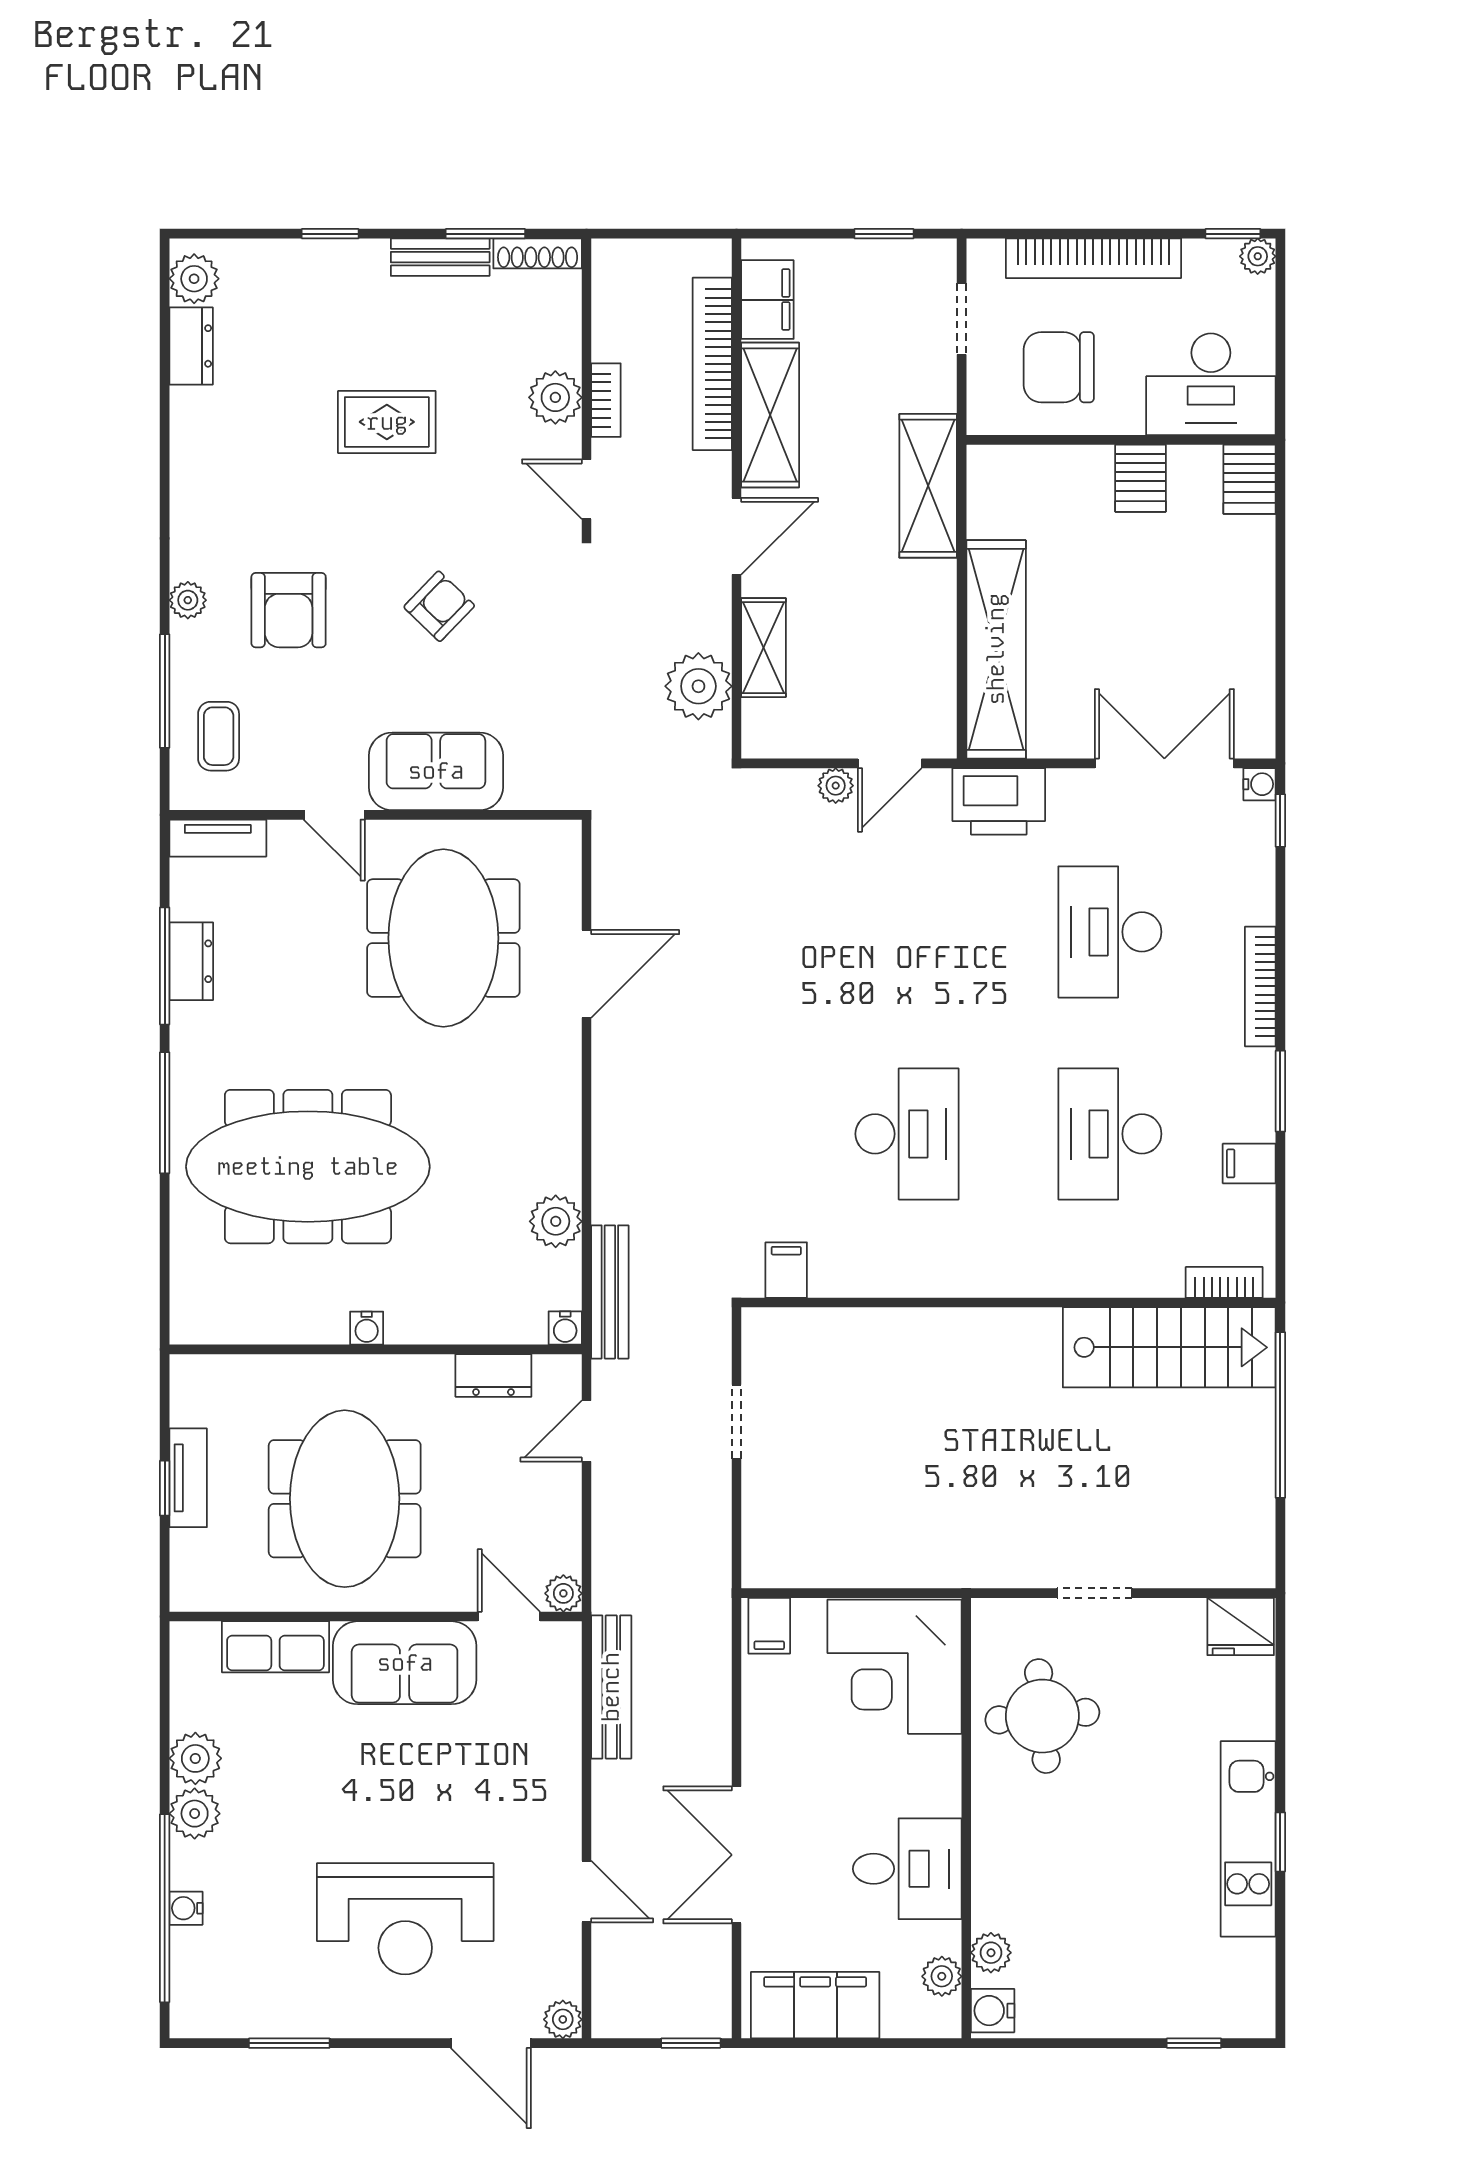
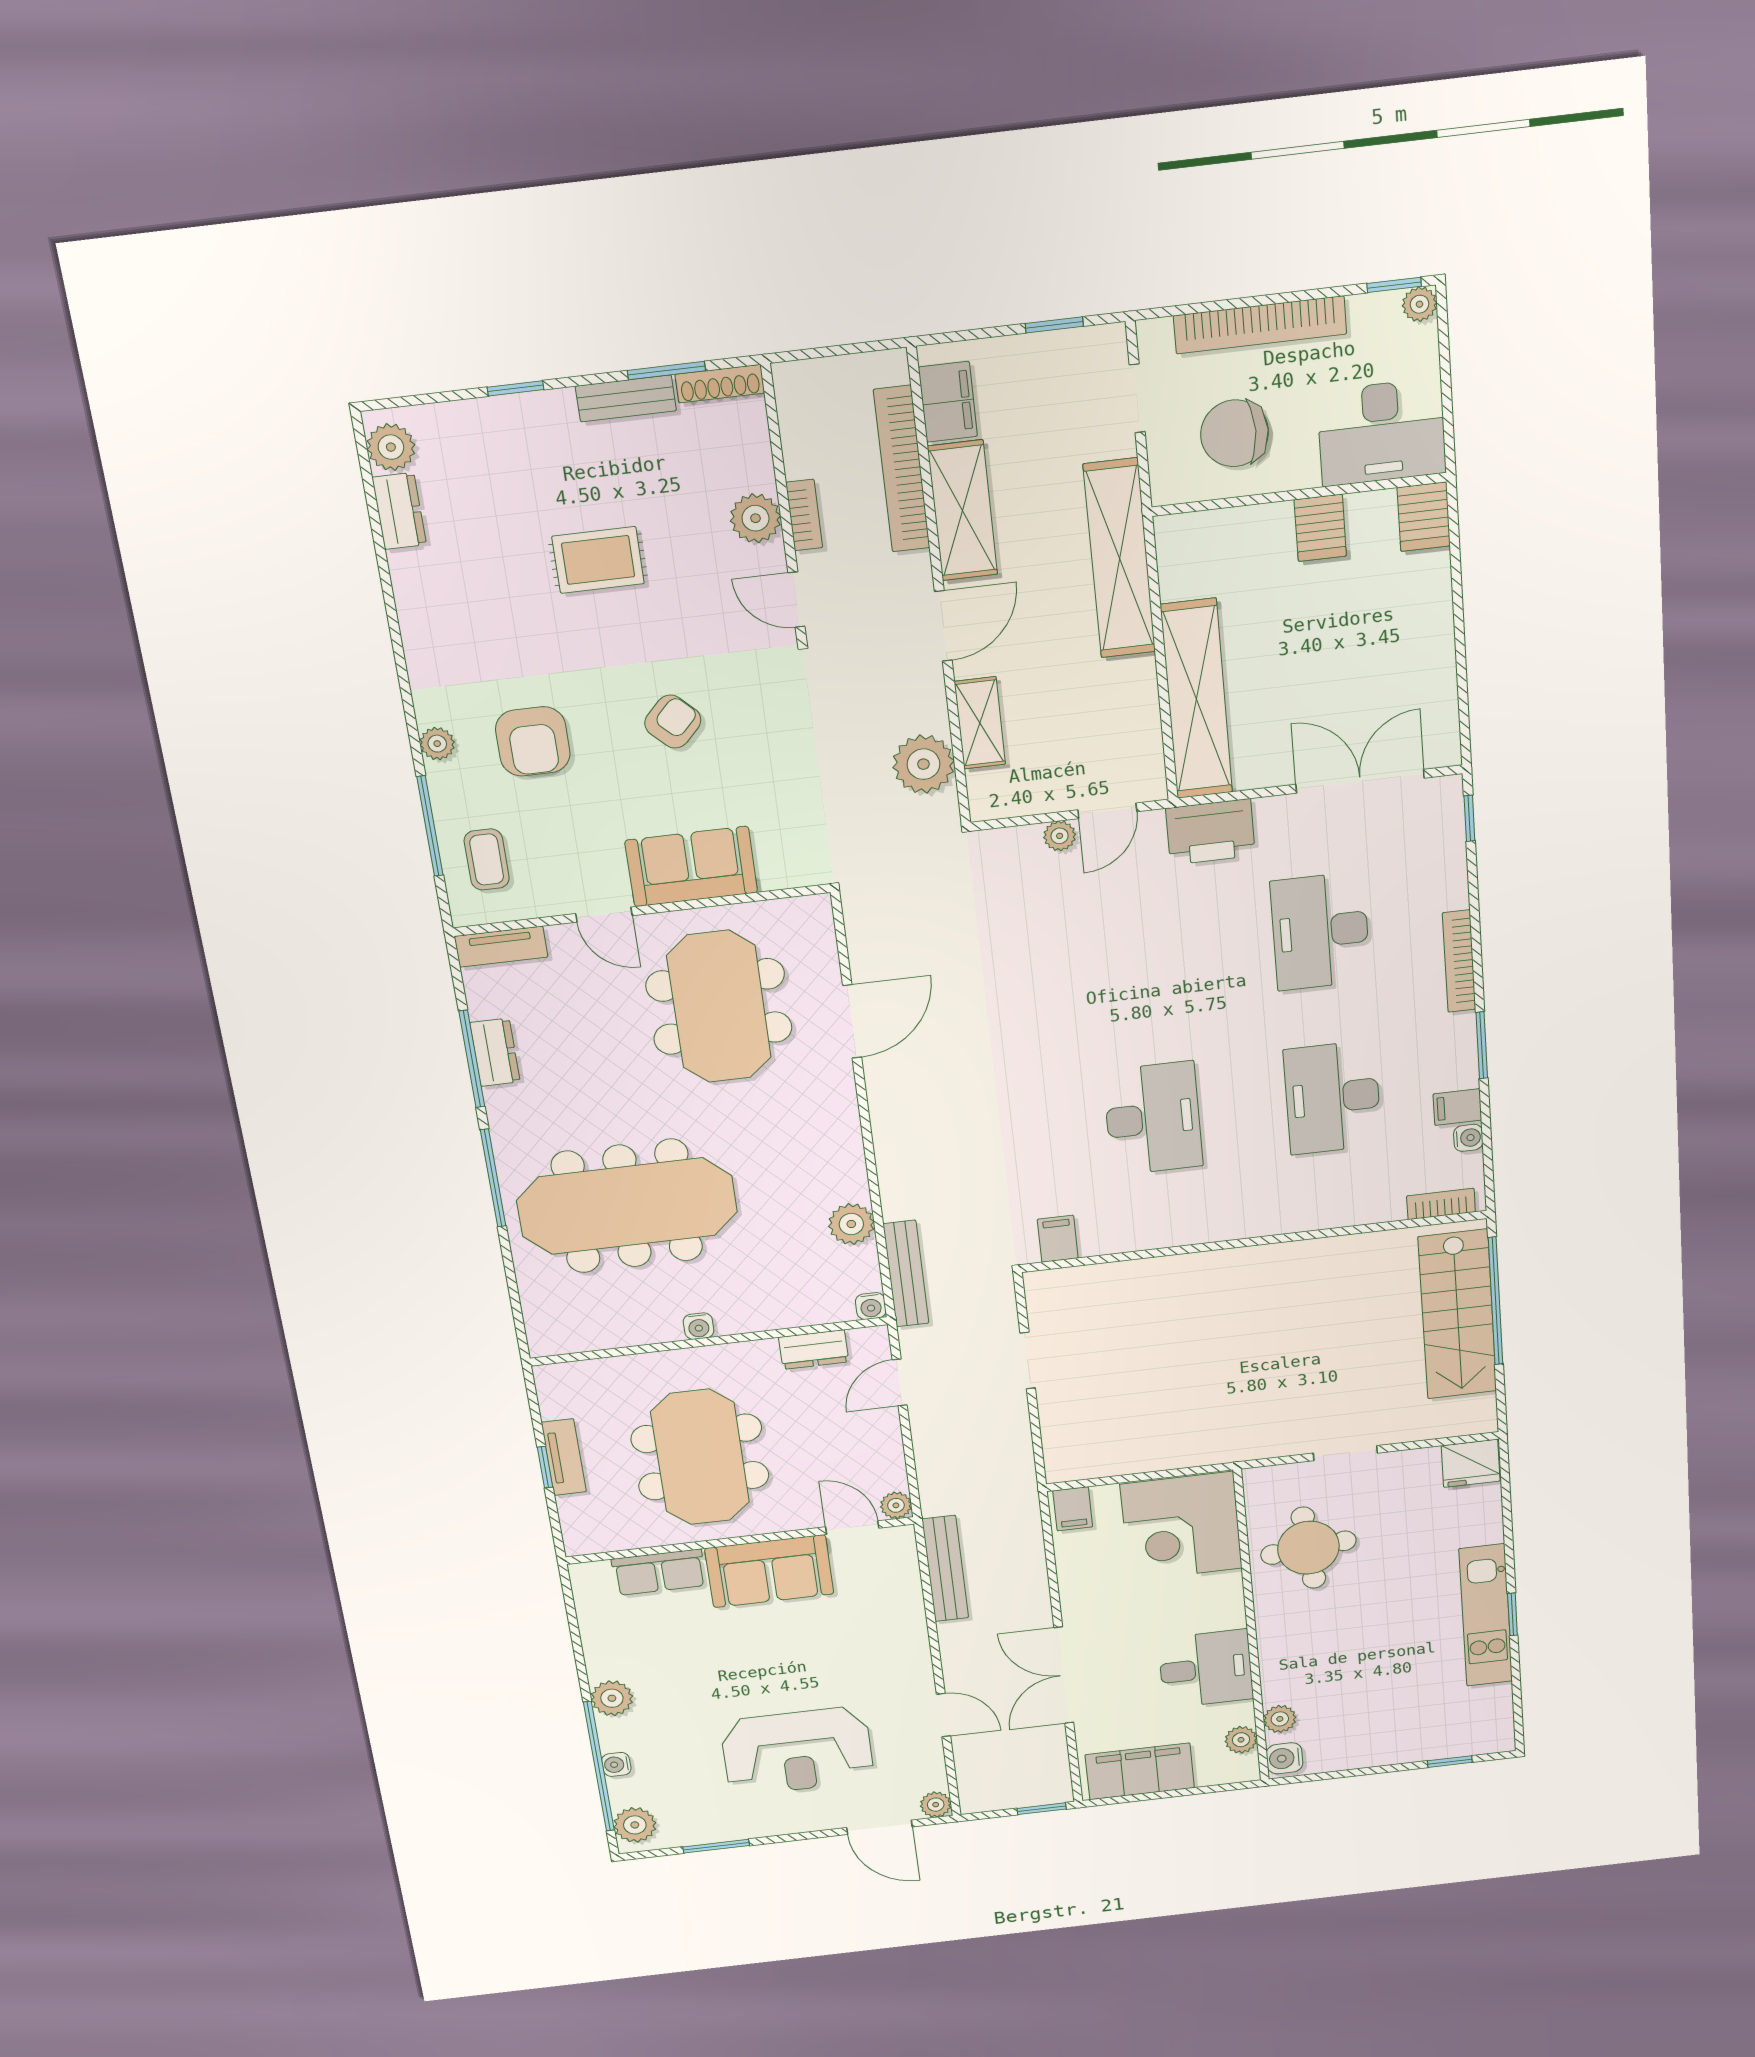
shelving: (928, 486) -> (1119, 559), width x1.47
water cooler: (1259, 784) -> (1468, 1138), moved
stairs: (1169, 1347) -> (1457, 1314), moved, turned 90
plant: (195, 1758) -> (635, 1825), moved

